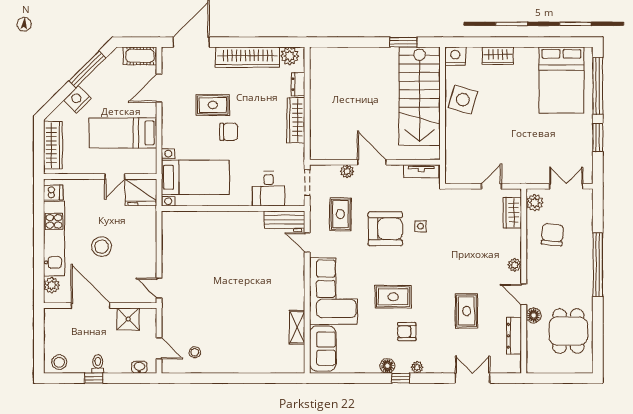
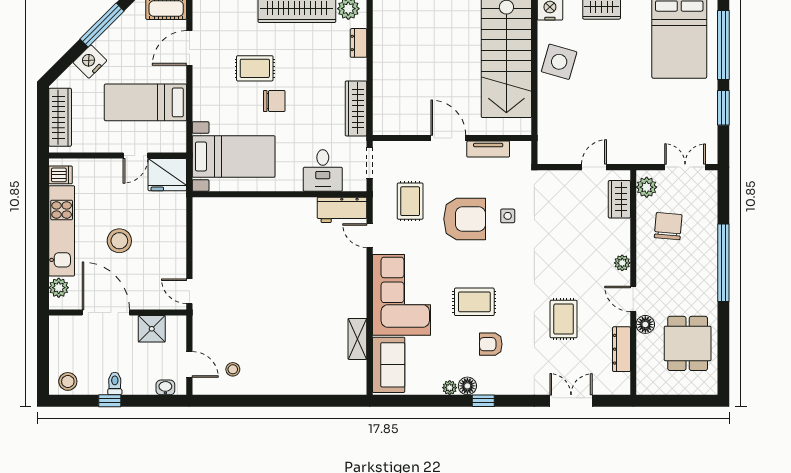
wardrobe: (296, 120) -> (356, 108), moved
plant: (347, 171) -> (418, 149), removed
tv unit: (421, 171) -> (488, 149), moved
plant: (417, 367) -> (450, 388), moved

